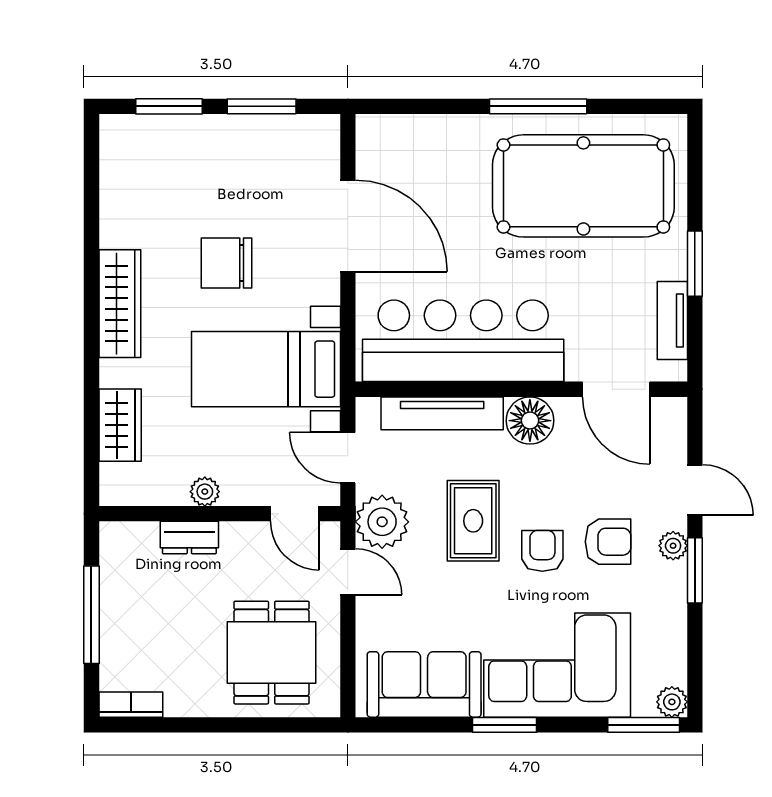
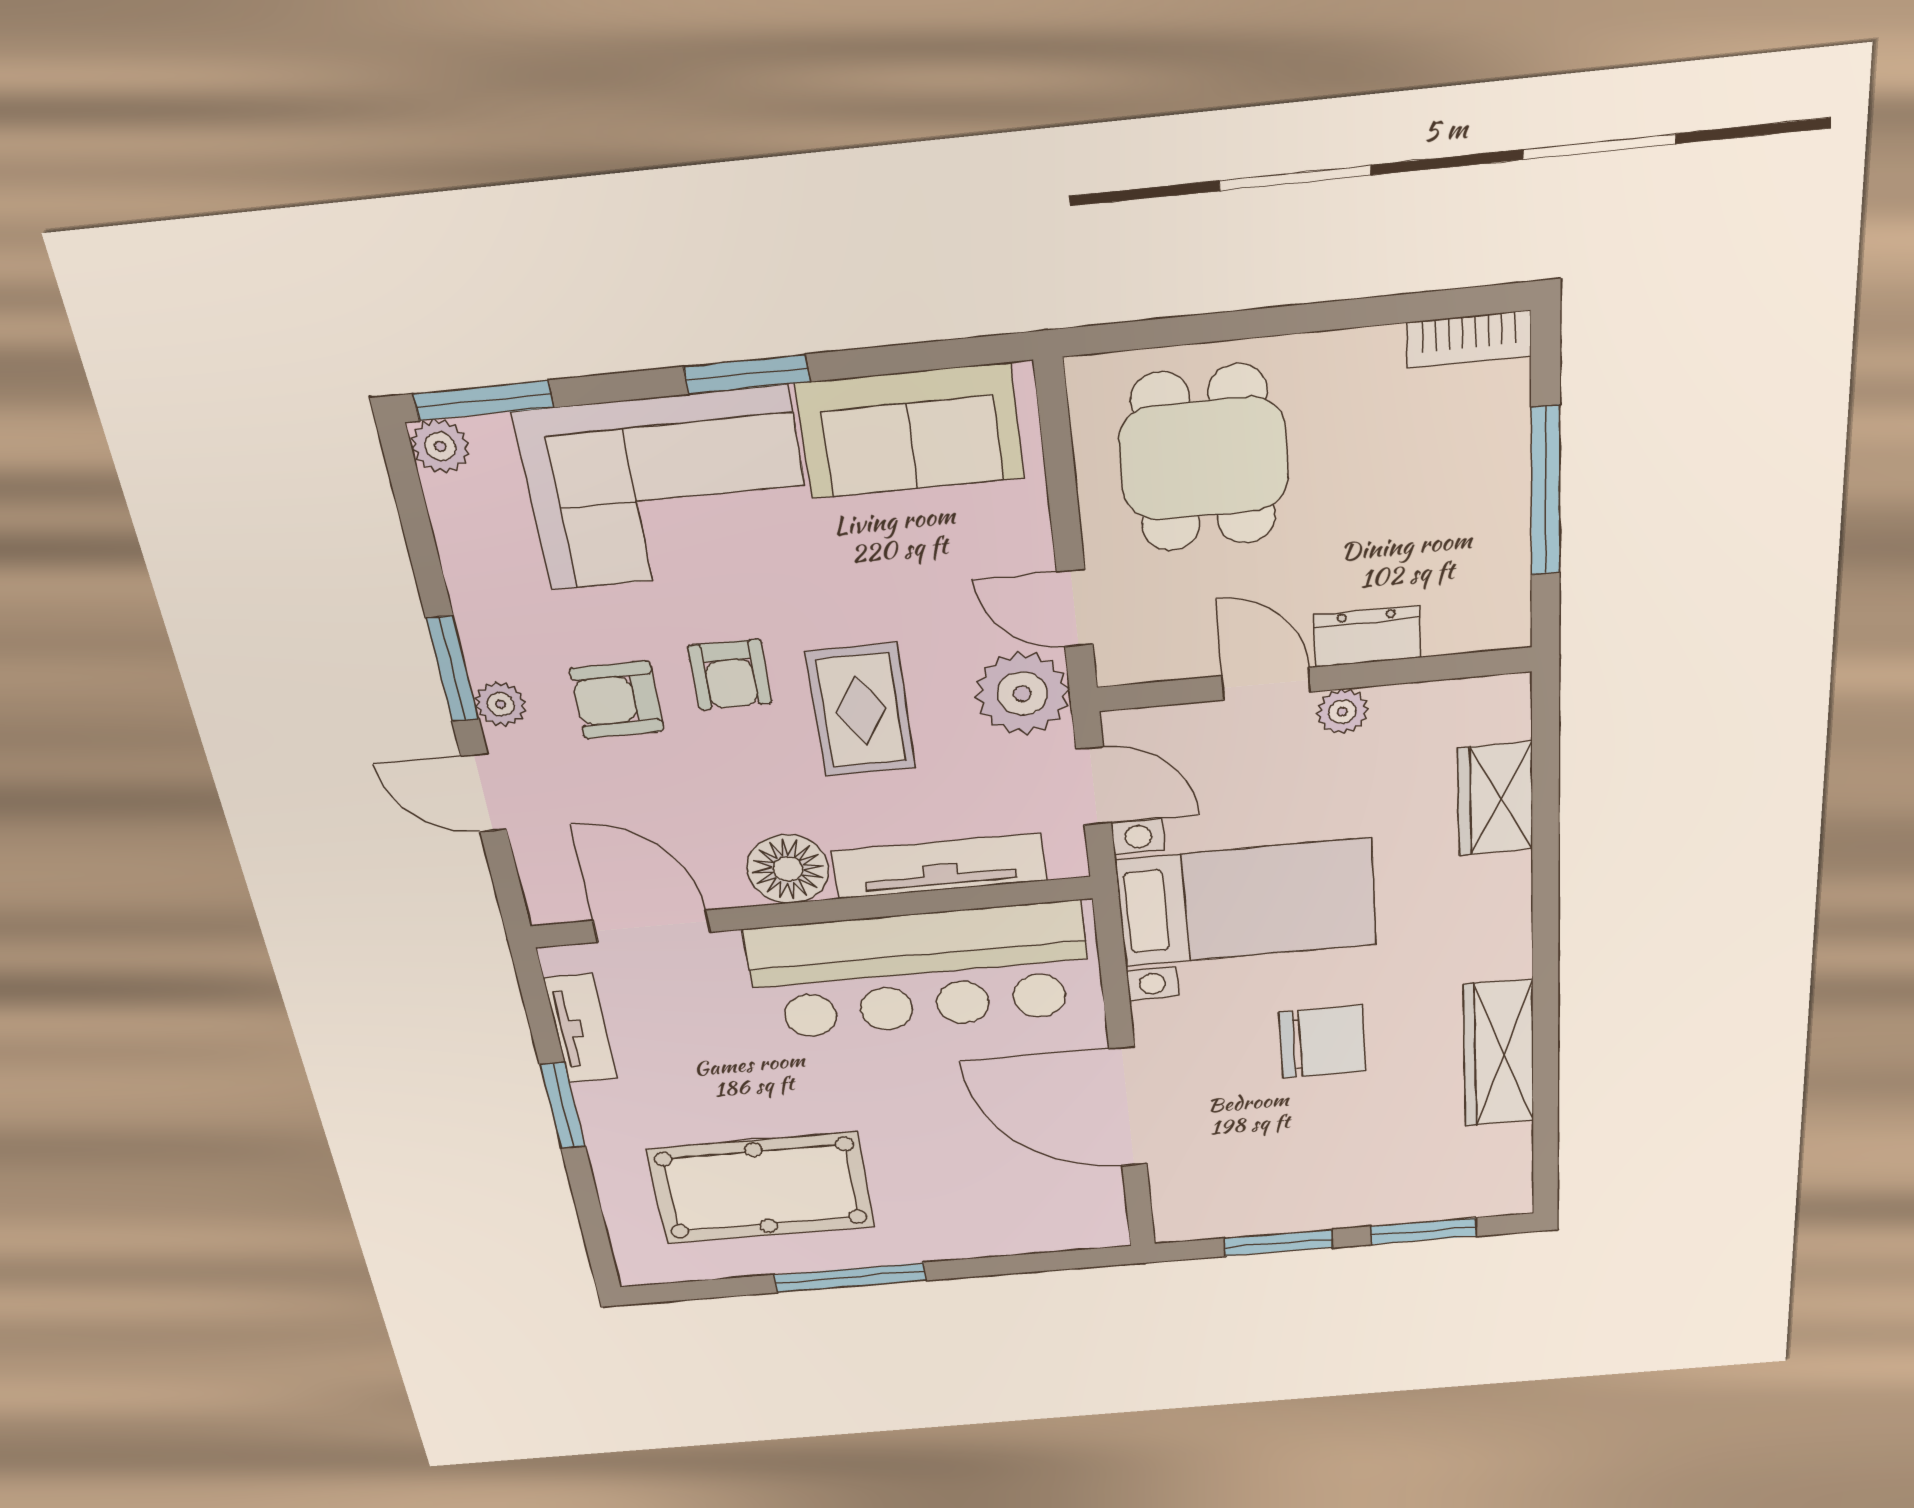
pool table: (583, 186) -> (761, 1188), width x0.73, depth x0.76
wardrobe: (120, 304) -> (1499, 1054), moved
door: (295, 514) -> (1266, 684), moved

